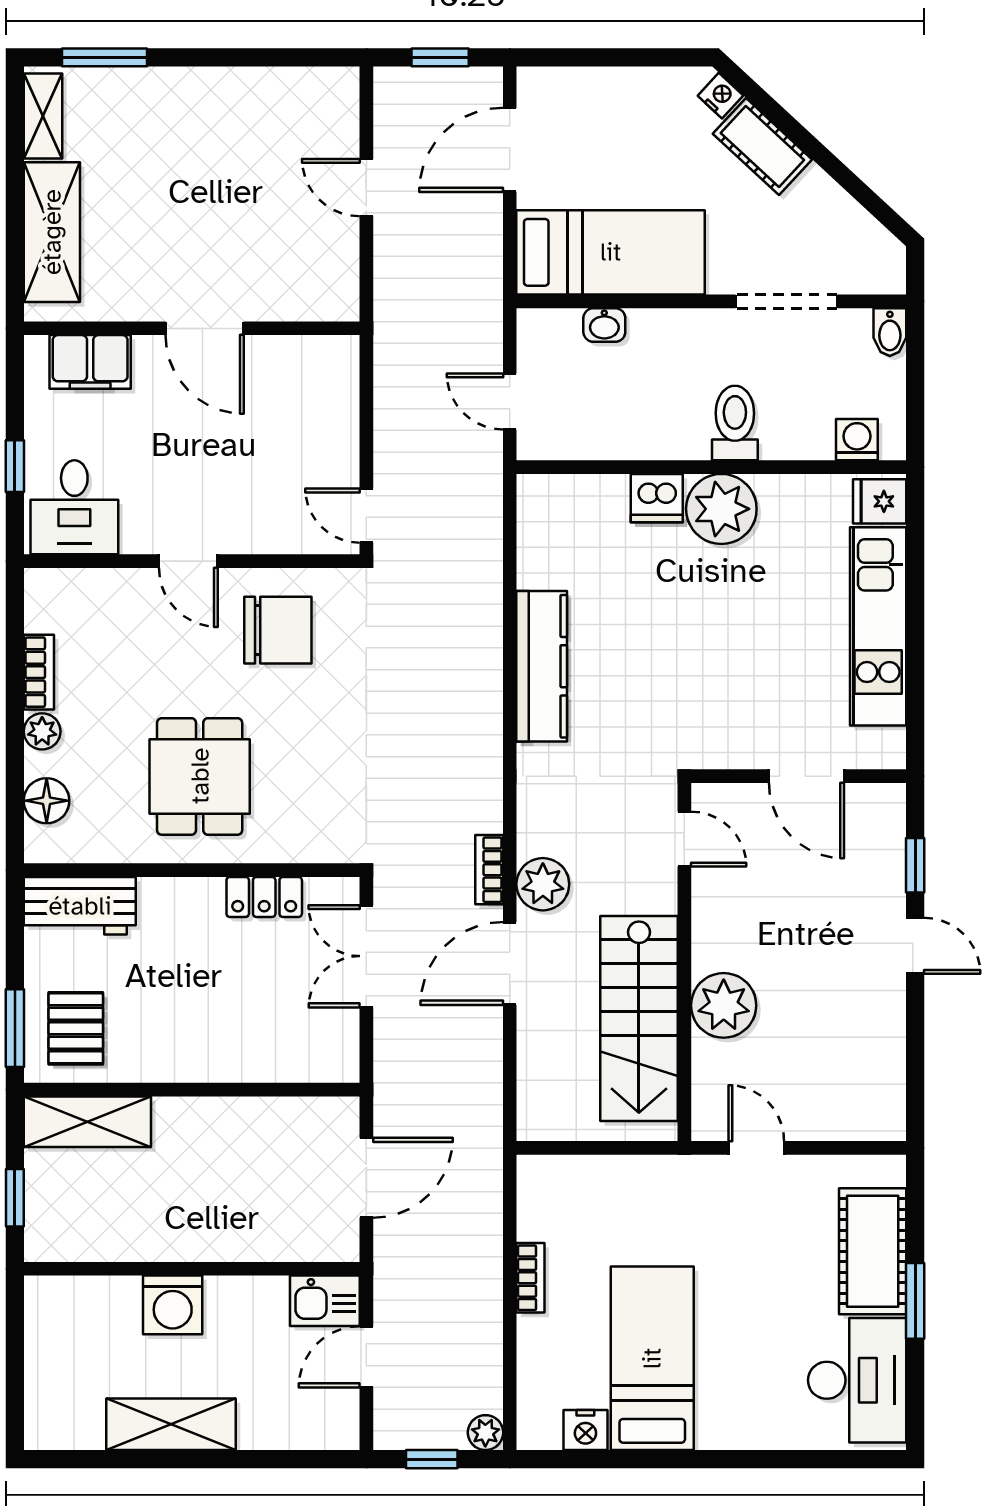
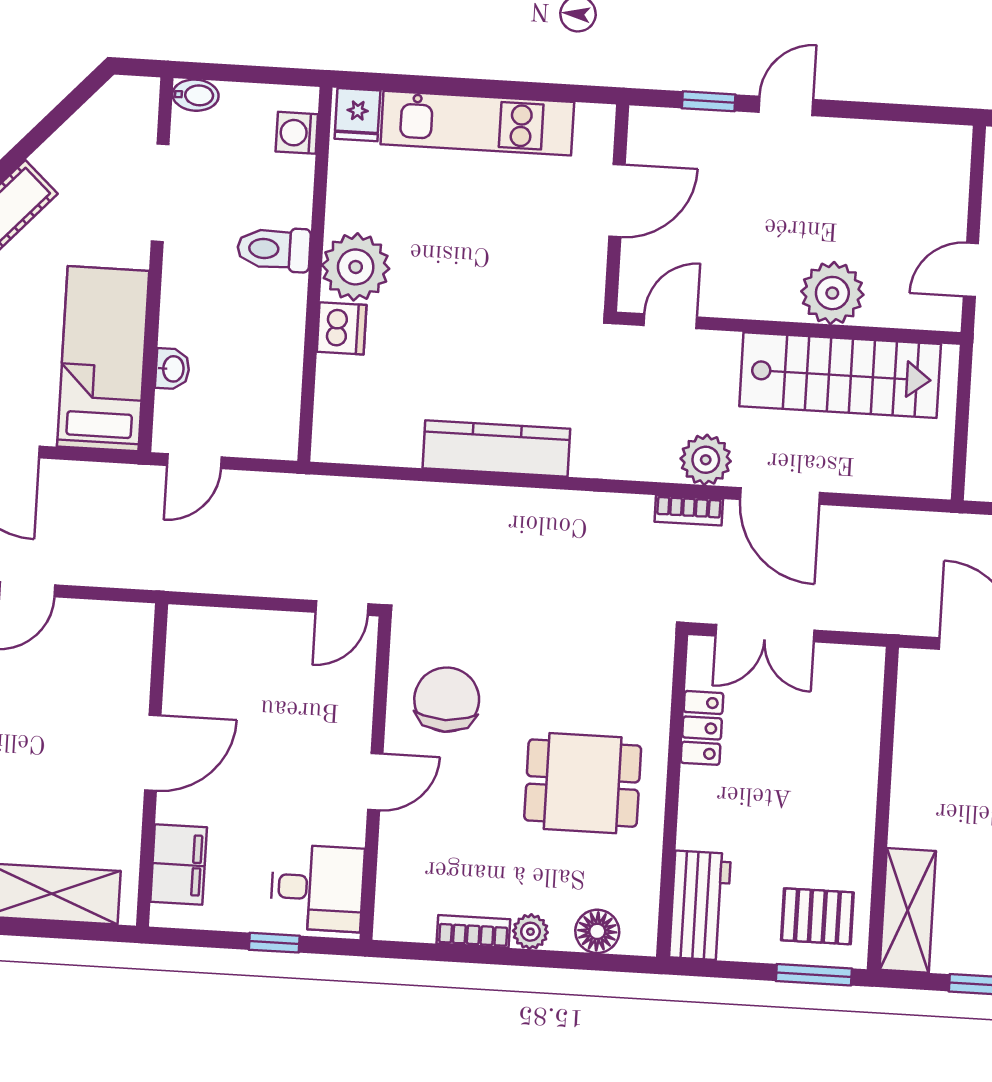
door: (510, 401) -> (194, 461), moved

